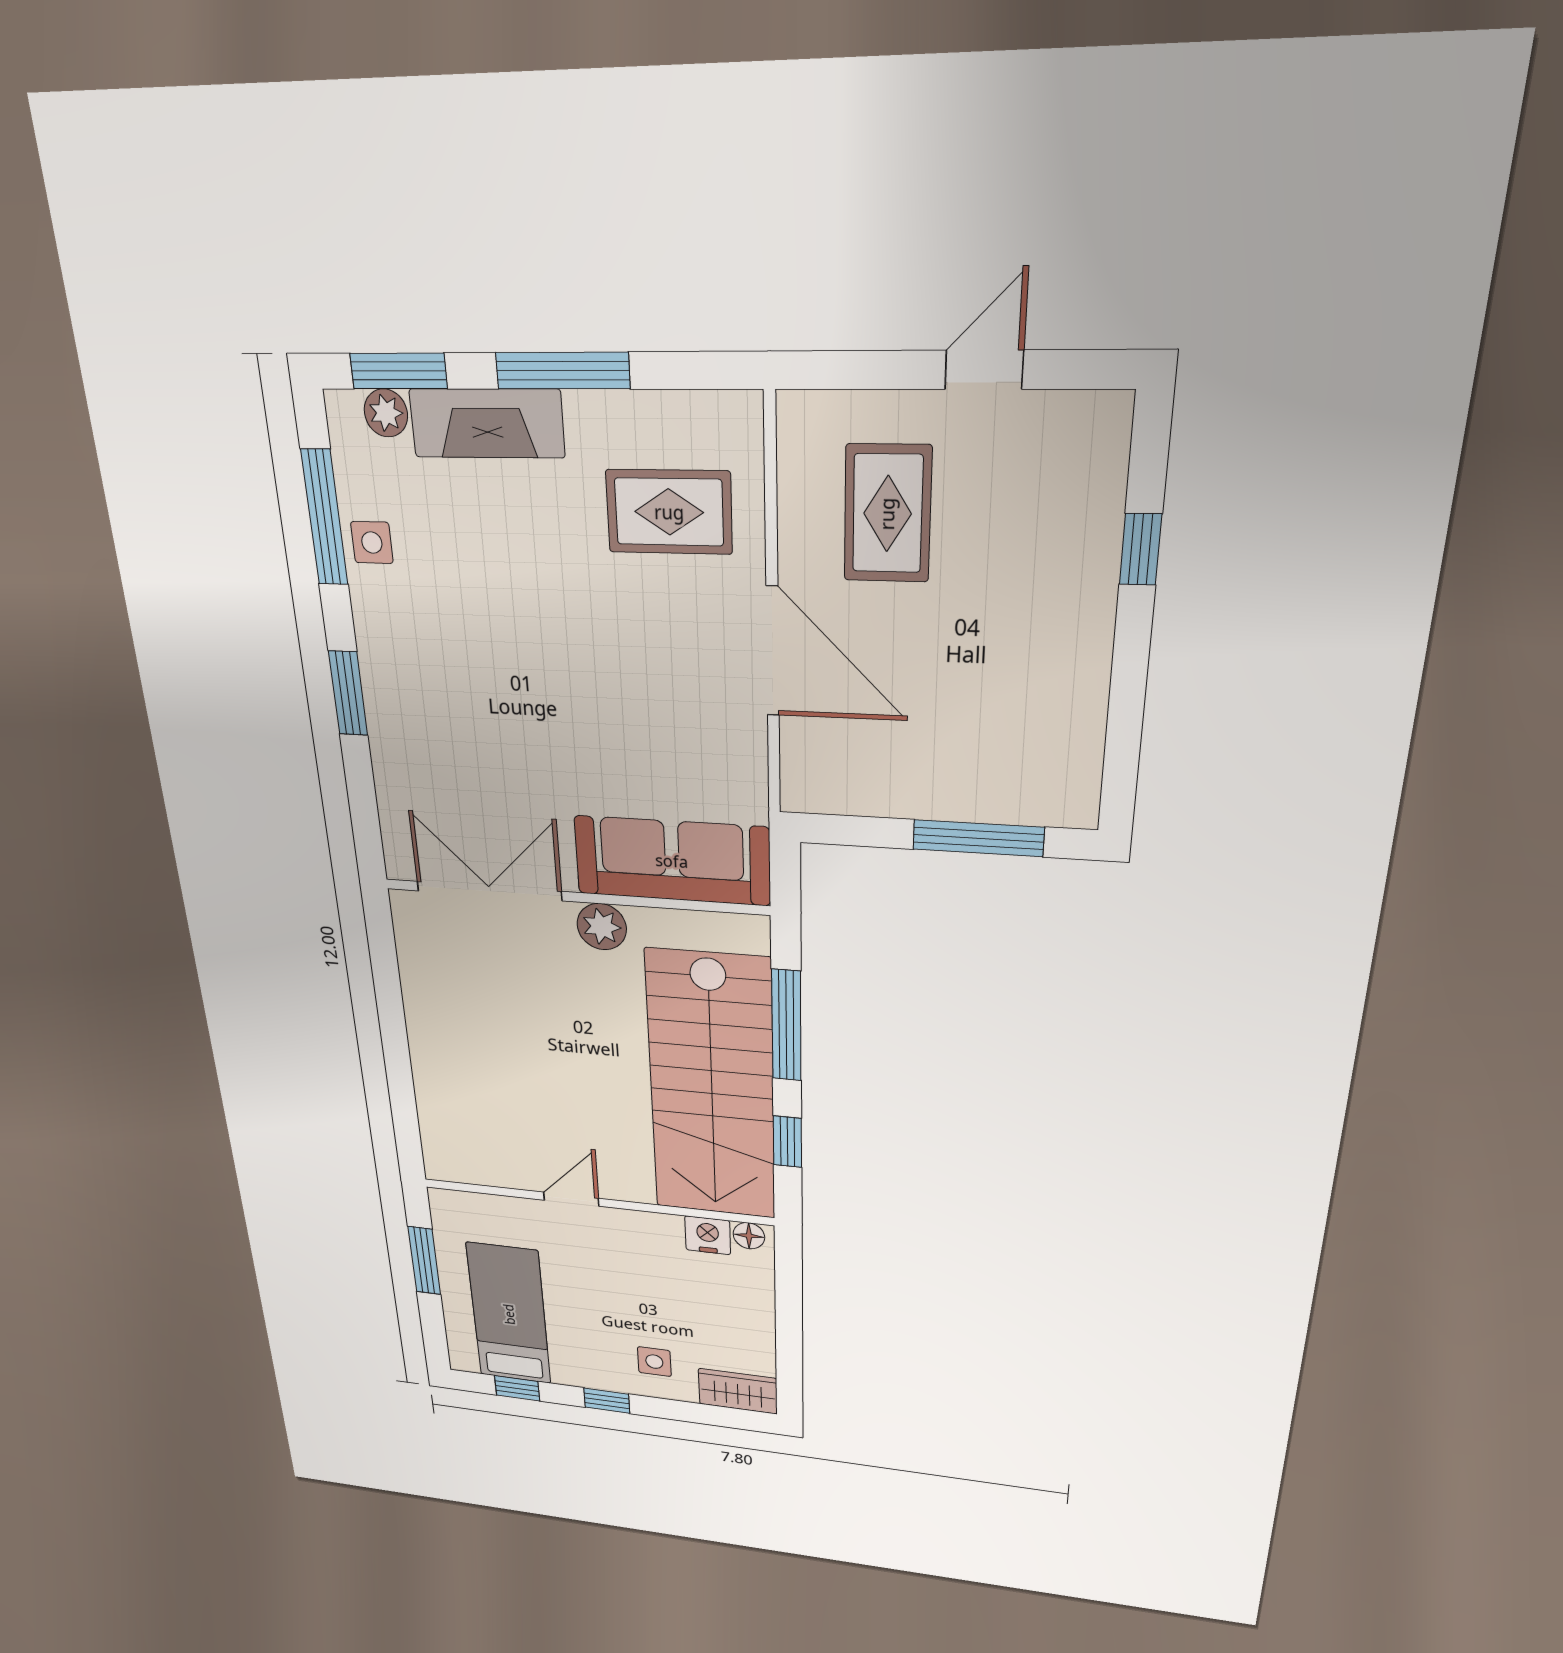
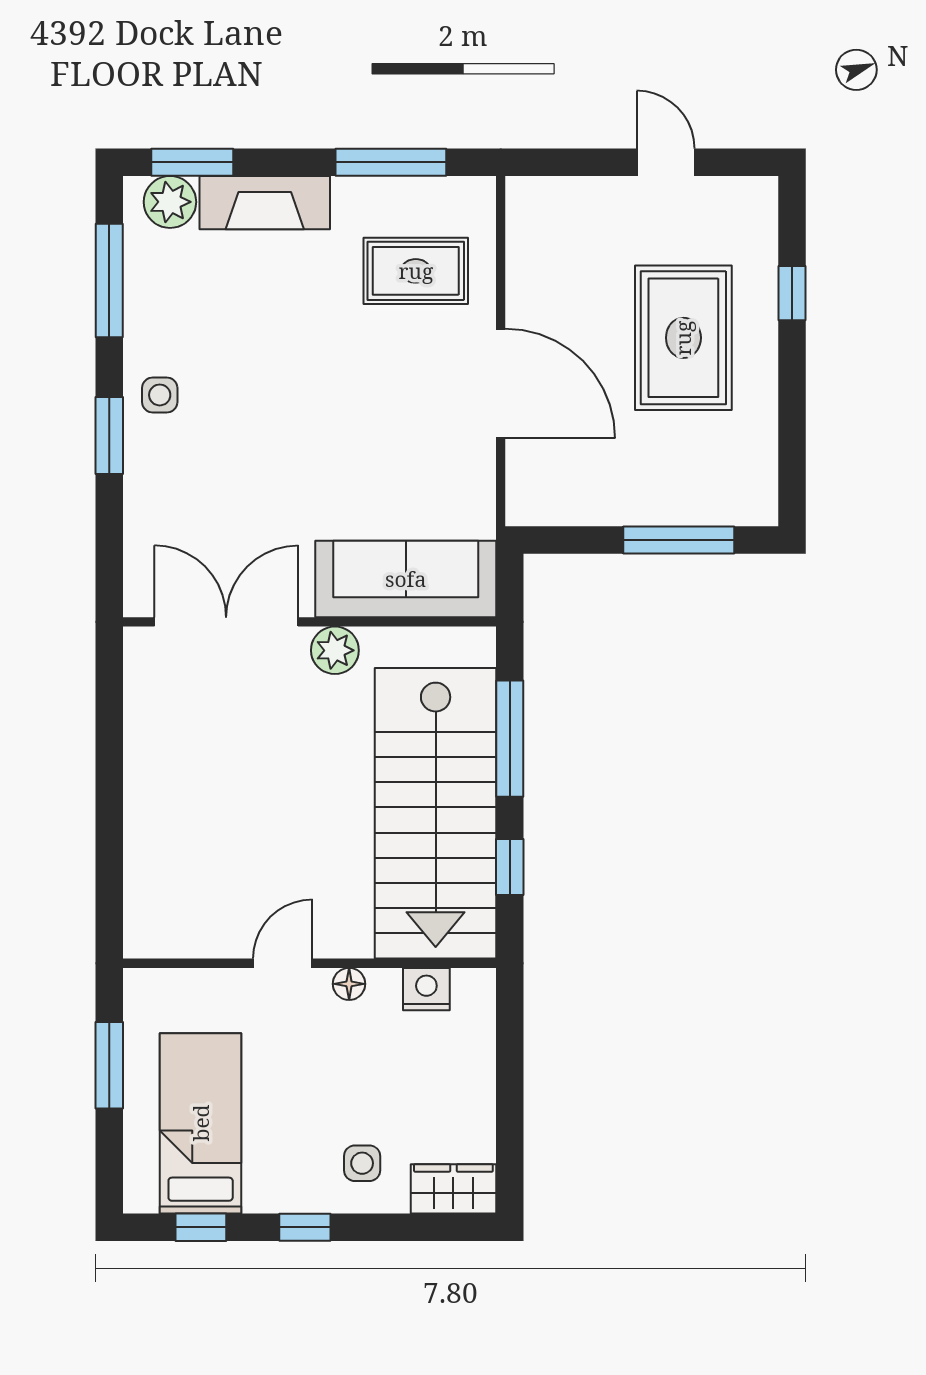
door: (984, 370) -> (666, 162), hinge flipped
window: (563, 371) -> (391, 162), moved
plant: (386, 413) -> (170, 202), width x1.38, depth x1.38
rug: (887, 514) -> (683, 338), moved, width x1.36, depth x1.43
side table: (372, 543) -> (160, 395), moved
floor lamp: (749, 1236) -> (349, 984), moved

